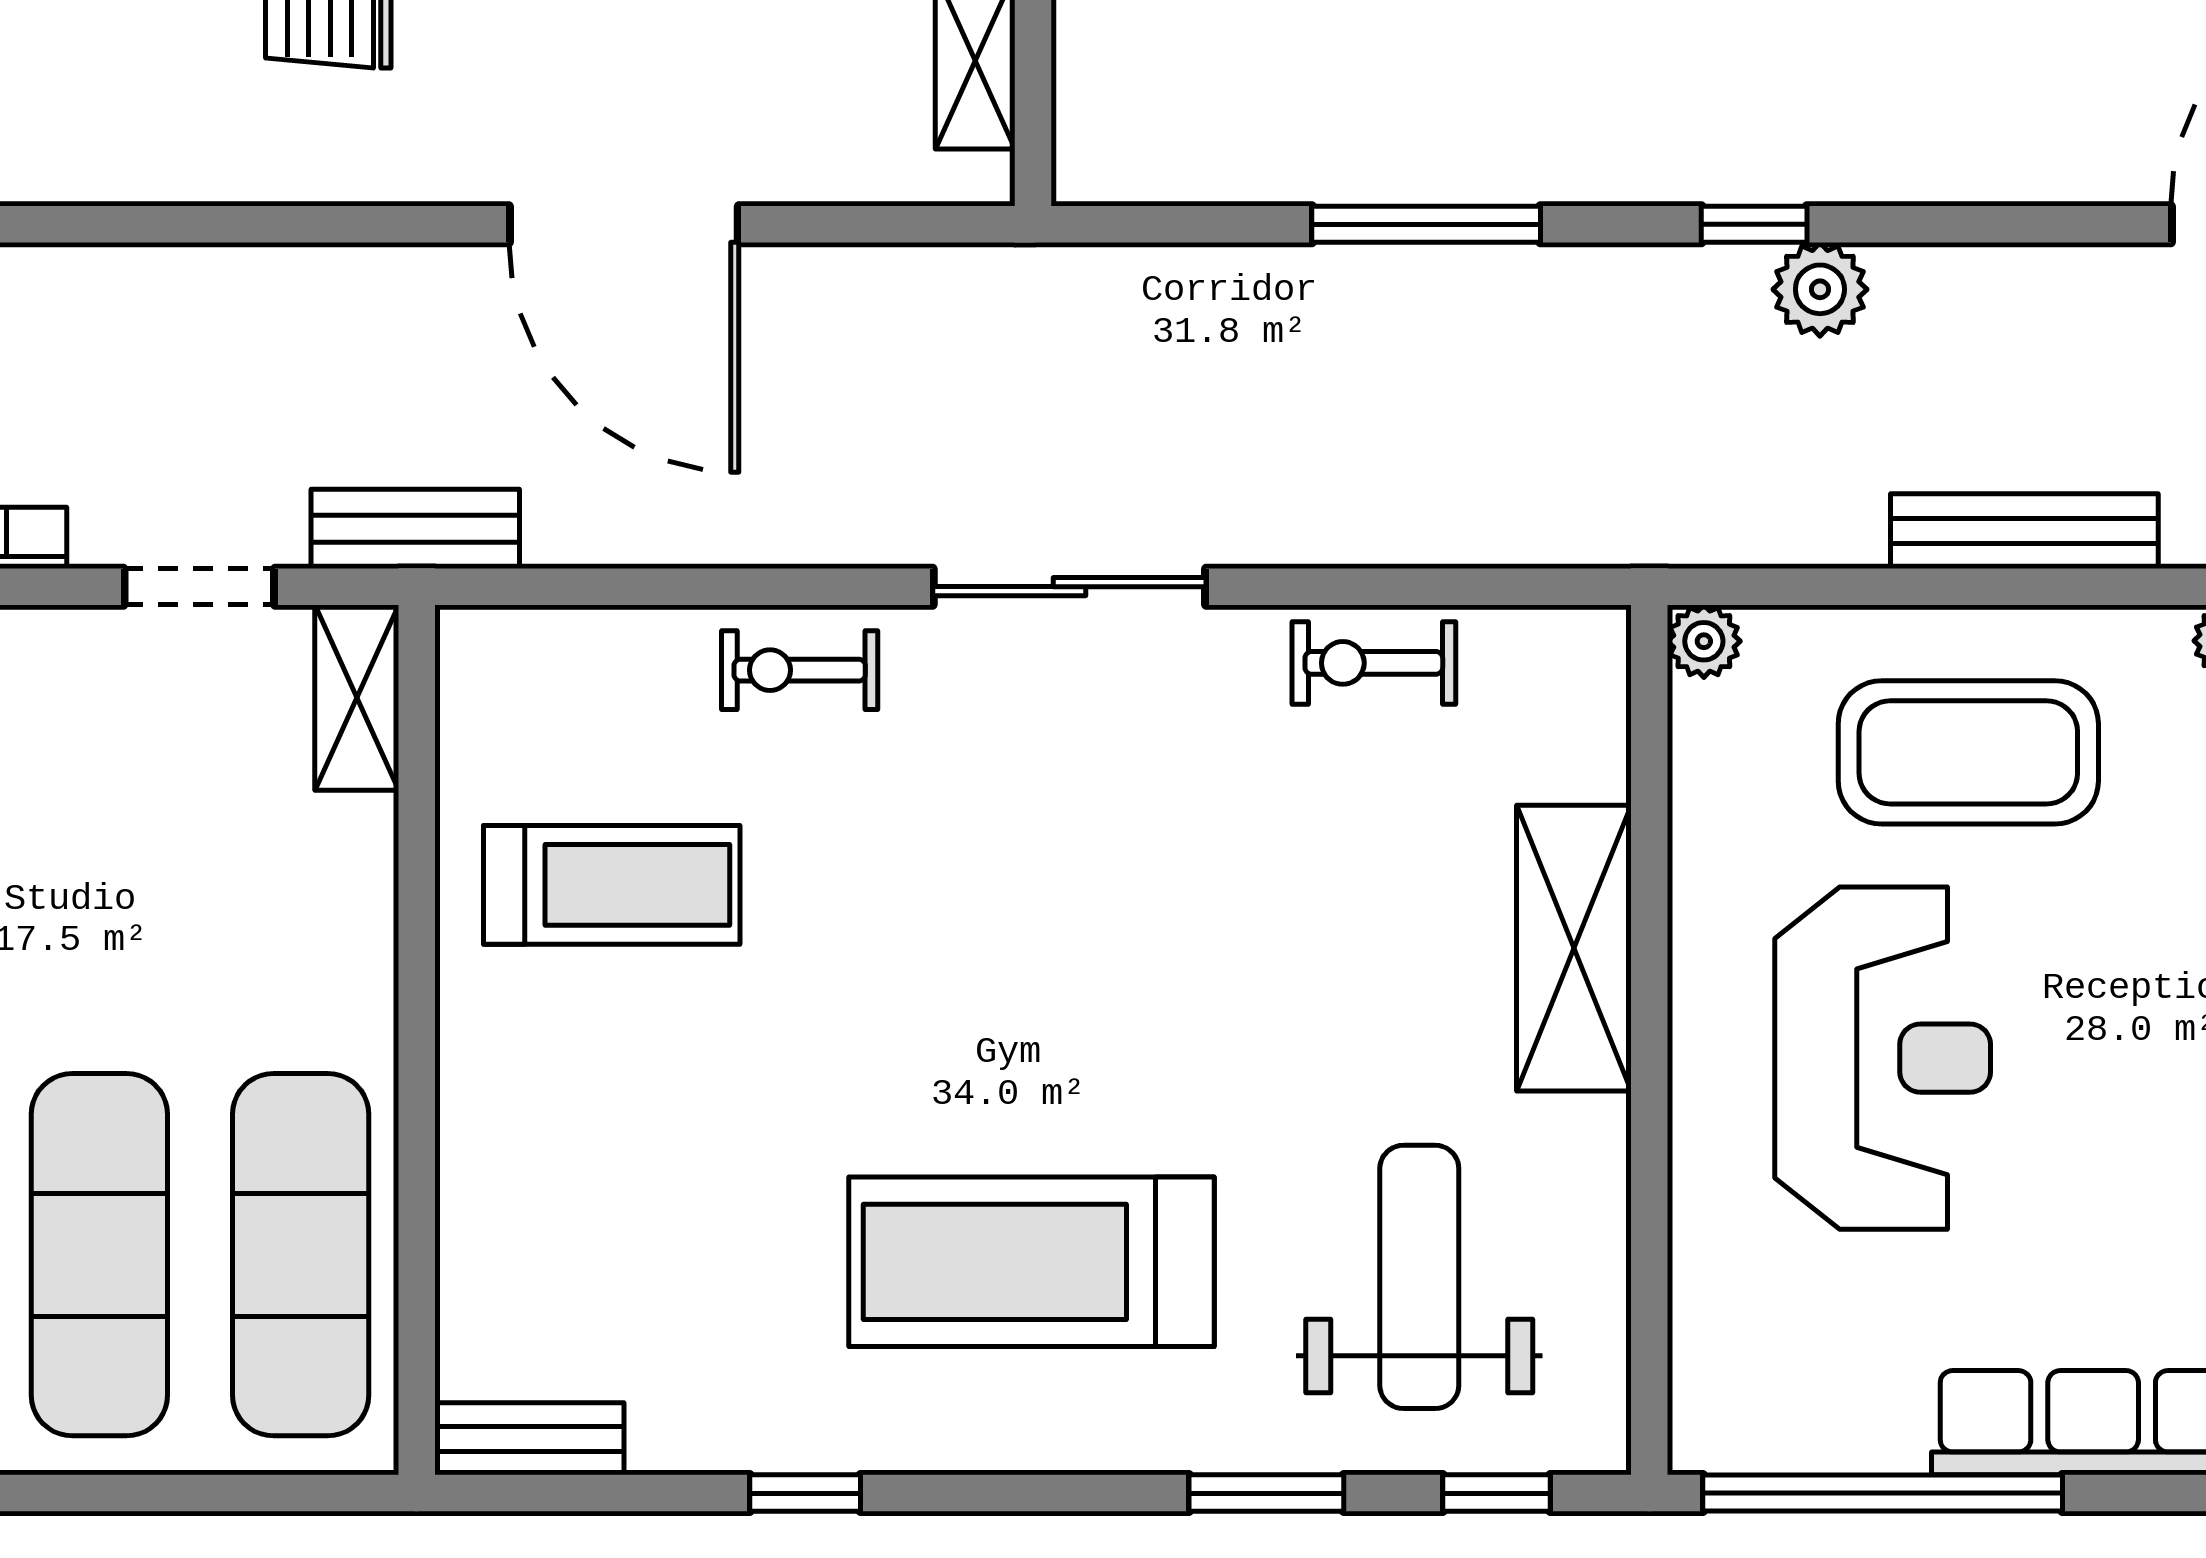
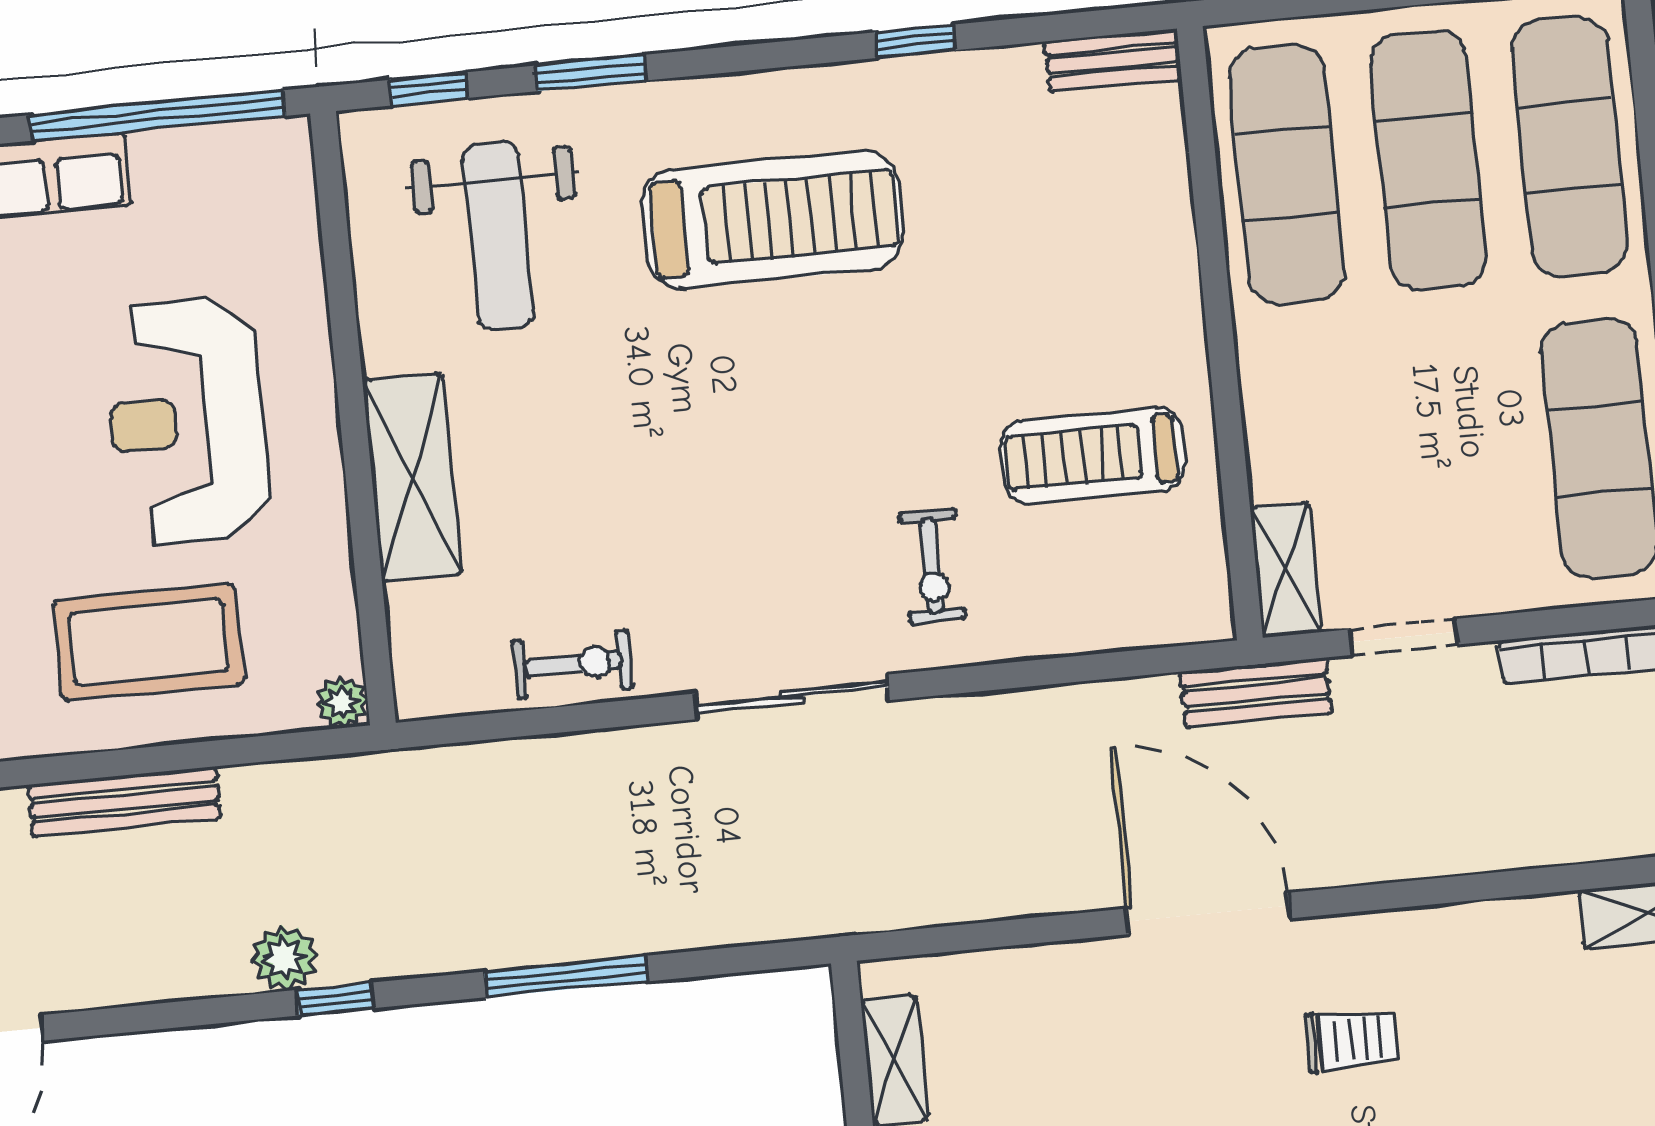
door: (624, 224) -> (1208, 913), moved
exercise bike: (800, 670) -> (932, 566), moved, turned 90

